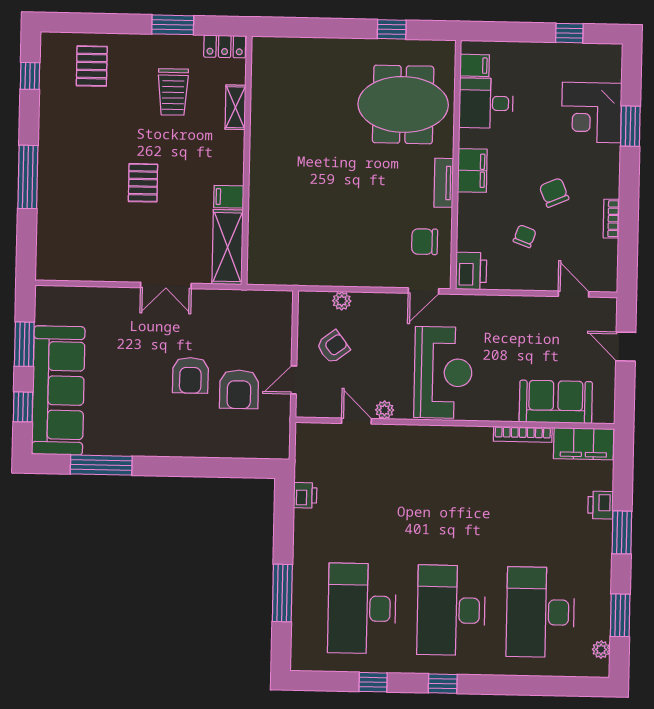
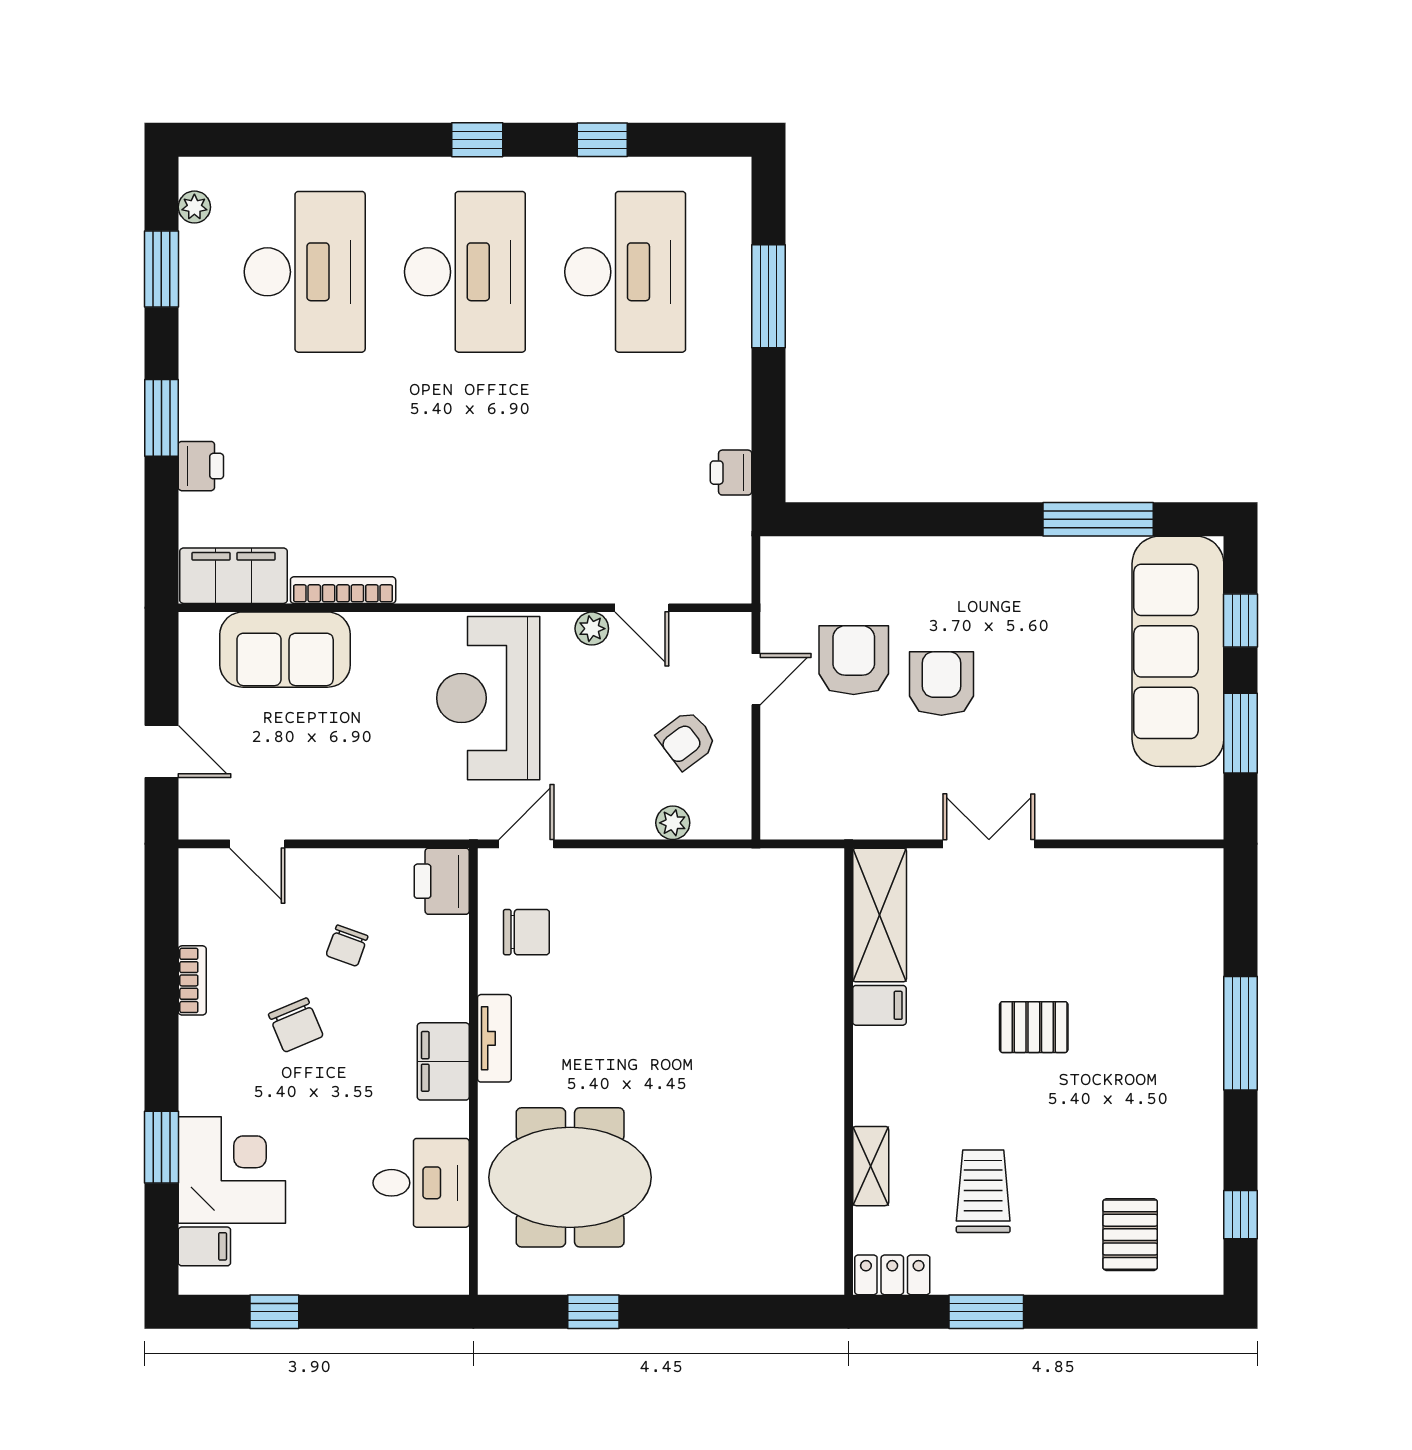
filing cabinet: (475, 65) -> (204, 1246), moved, turned 180
pallet: (143, 183) -> (1034, 1027), turned 90

